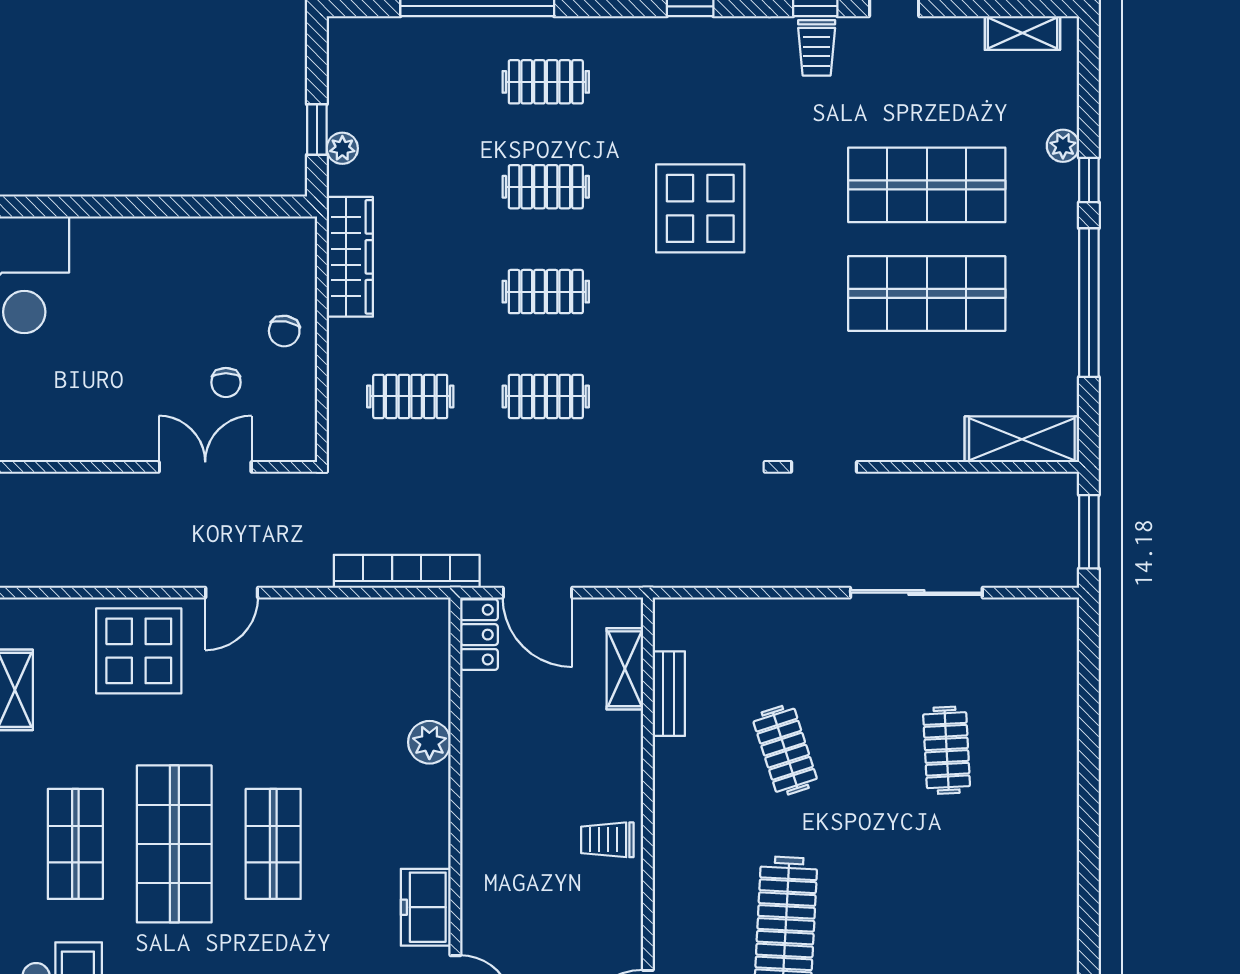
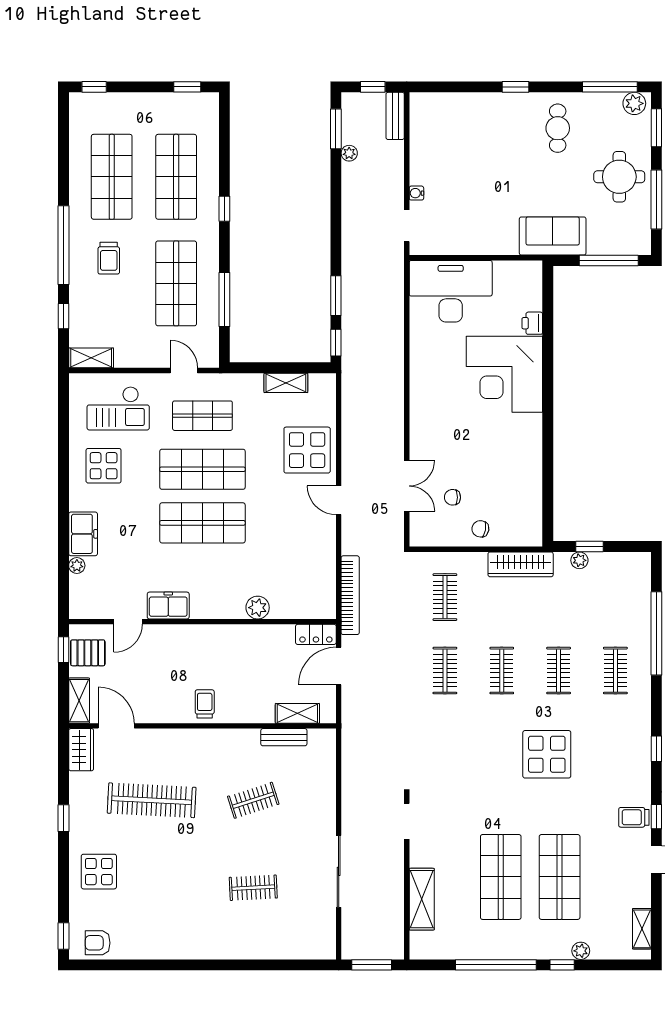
shelving: (1022, 439) -> (422, 899), moved
shop shelf: (273, 844) -> (202, 523), width x1.43, depth x1.36

